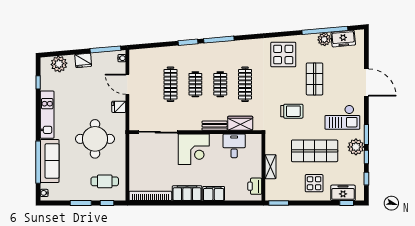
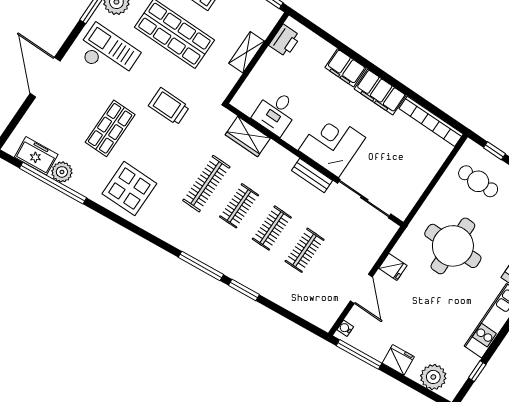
clothes rail: (170, 84) -> (305, 250), width x0.73
bench: (215, 126) -> (312, 176), moved

